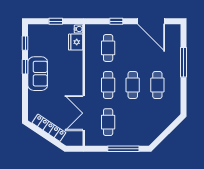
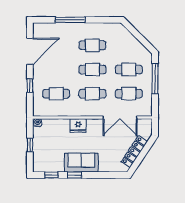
fridge: (76, 42) -> (78, 125), moved
cafe table: (133, 122) -> (129, 69), added

